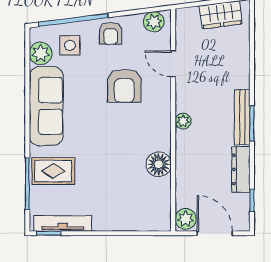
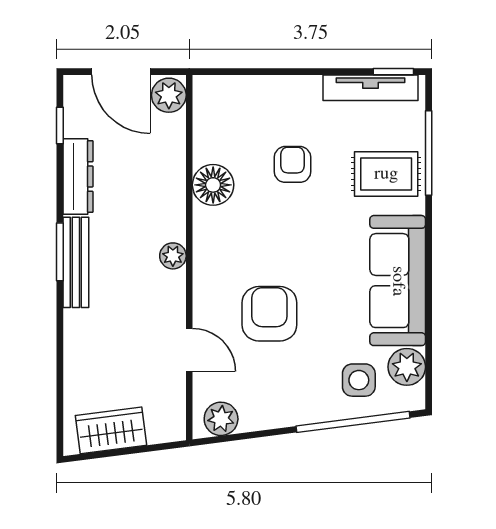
armchair: (111, 33) -> (293, 164), moved

